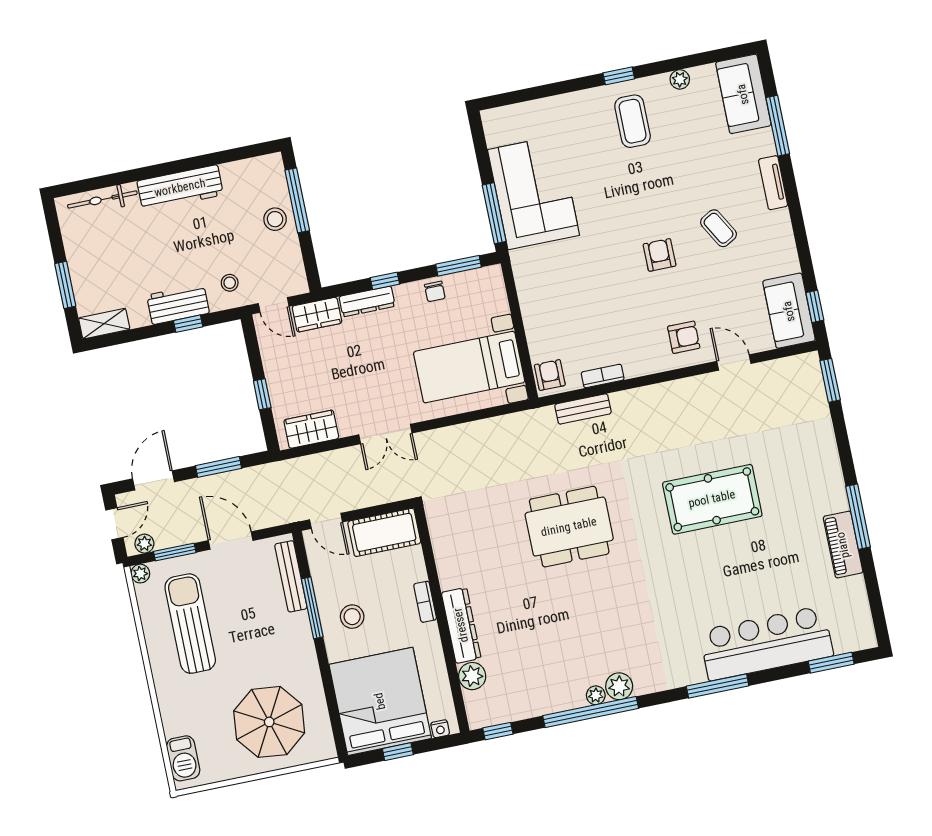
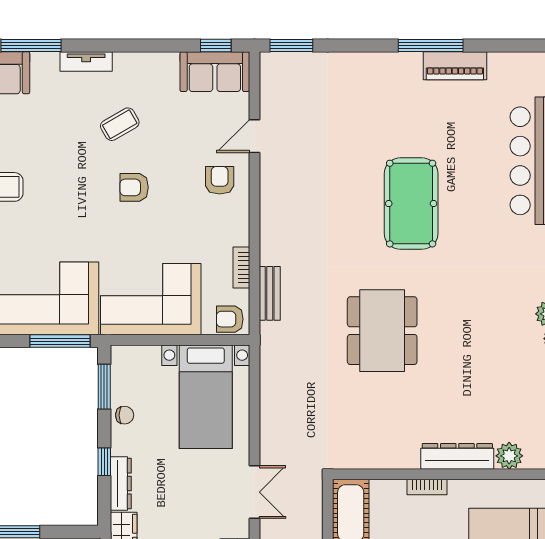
corner sofa: (553, 294) -> (151, 299), added
pool table: (712, 499) -> (411, 204), moved

